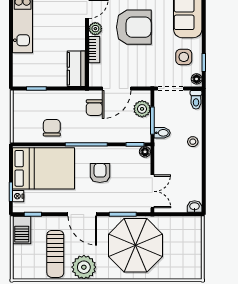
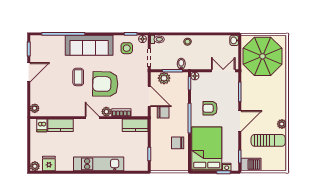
armchair: (134, 27) -> (105, 84), turned -89
parasol: (136, 245) -> (263, 56), moved
plant: (84, 267) -> (282, 124), width x0.53, depth x0.53

